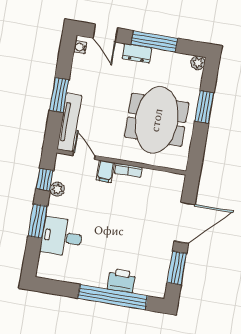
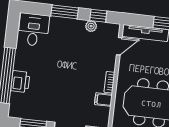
filing cabinet: (105, 171) -> (103, 99), moved
desk: (62, 237) -> (33, 30), moved

